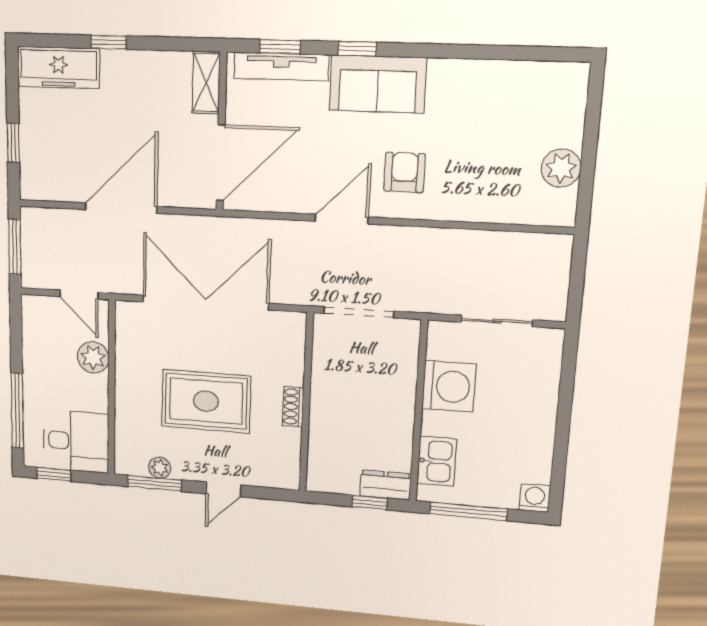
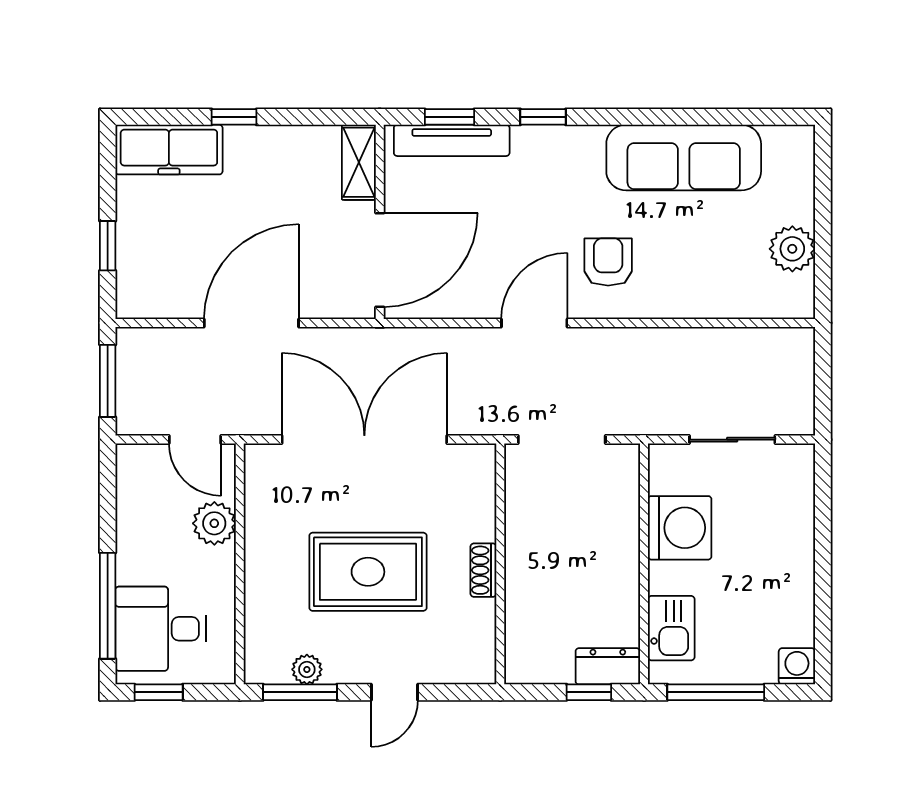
sofa: (378, 84) -> (684, 158), moved, width x1.36
desk: (76, 441) -> (161, 629), moved, turned 180

